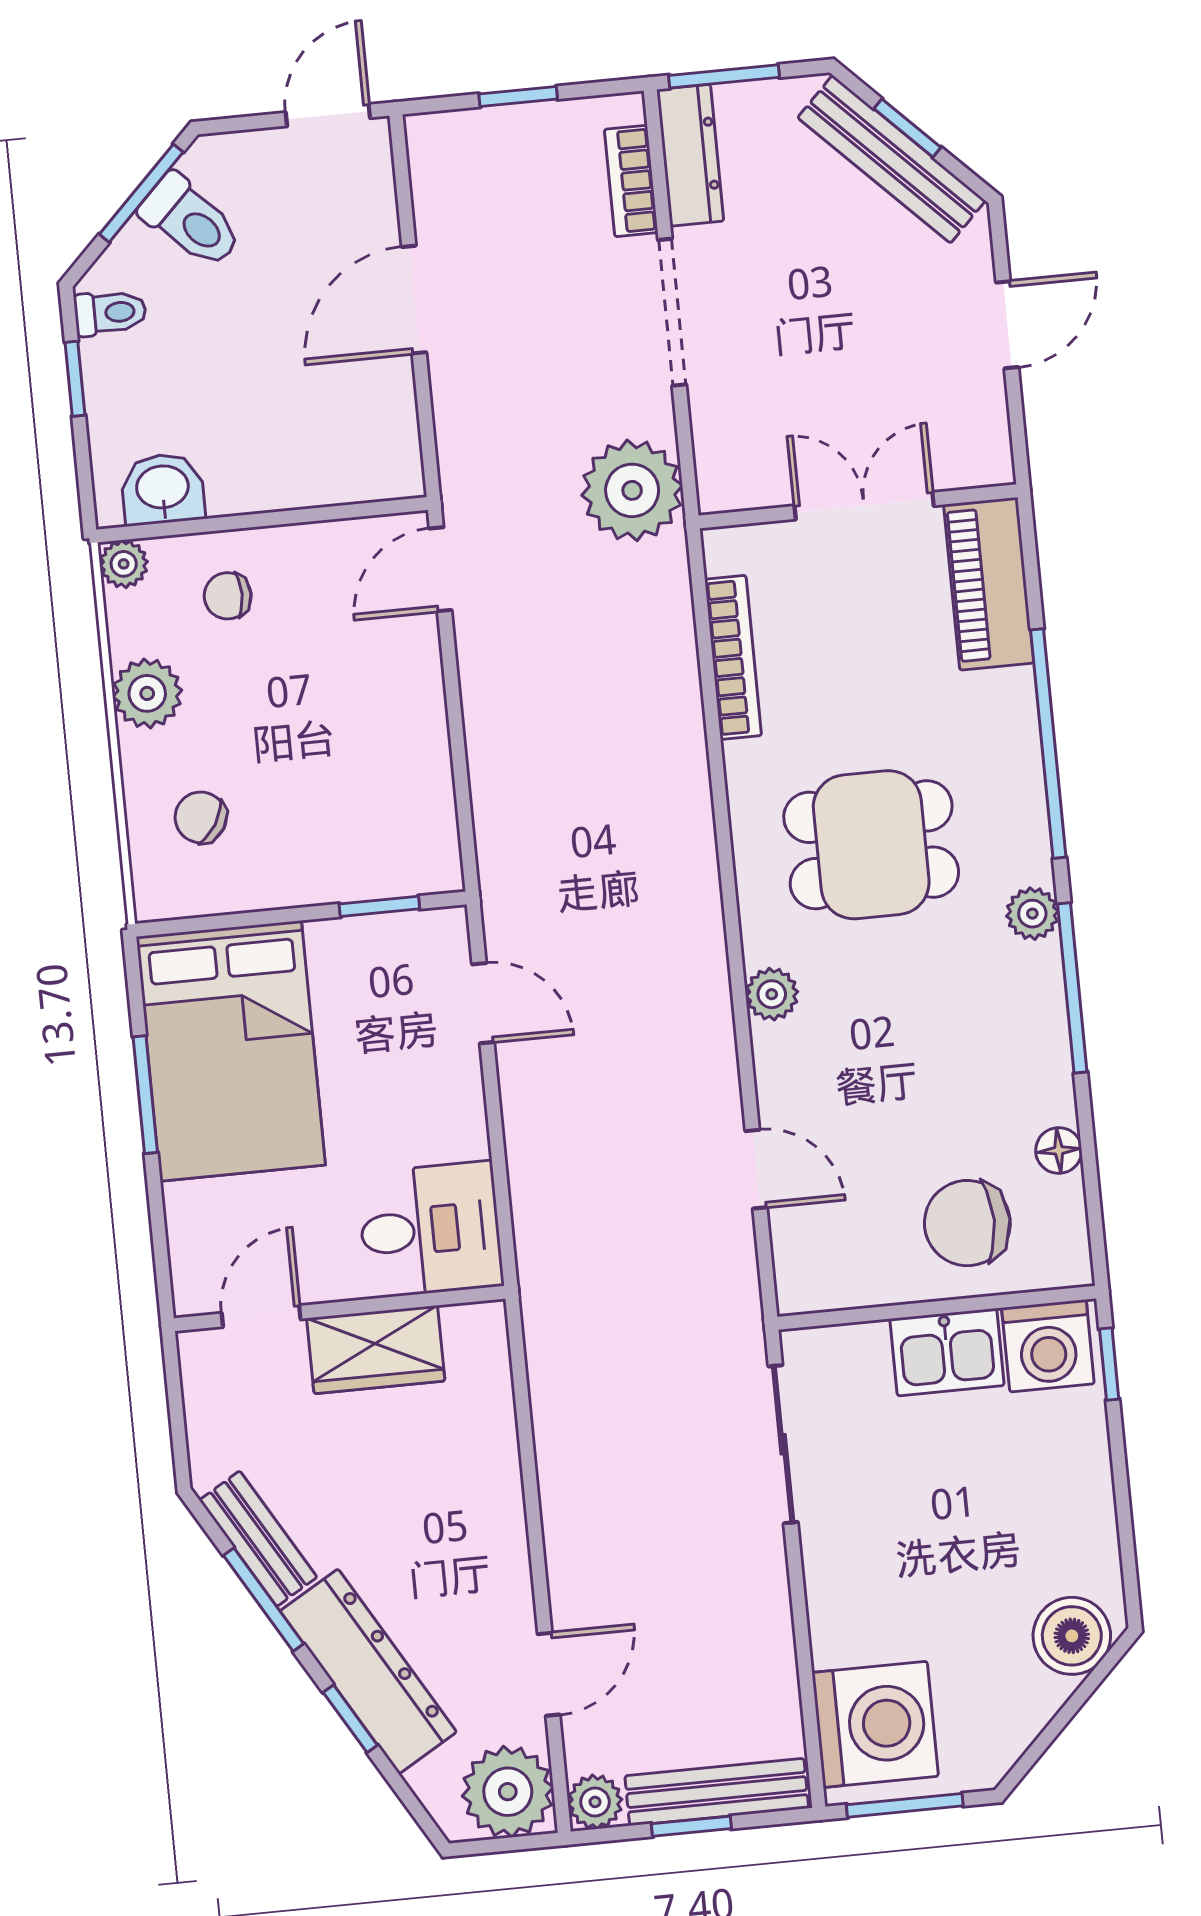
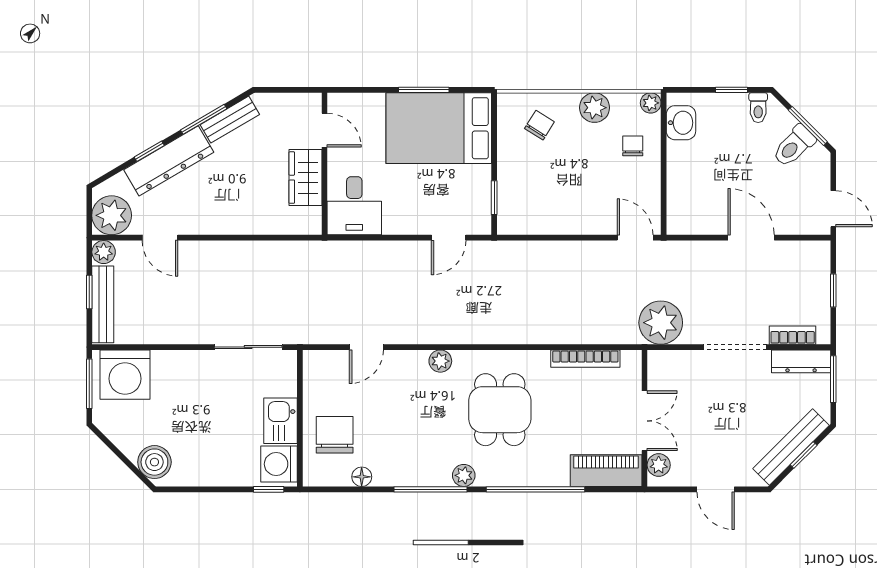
plant: (964, 463) -> (659, 465), added

